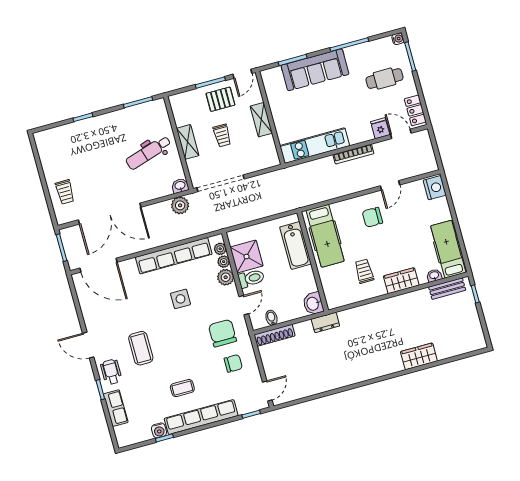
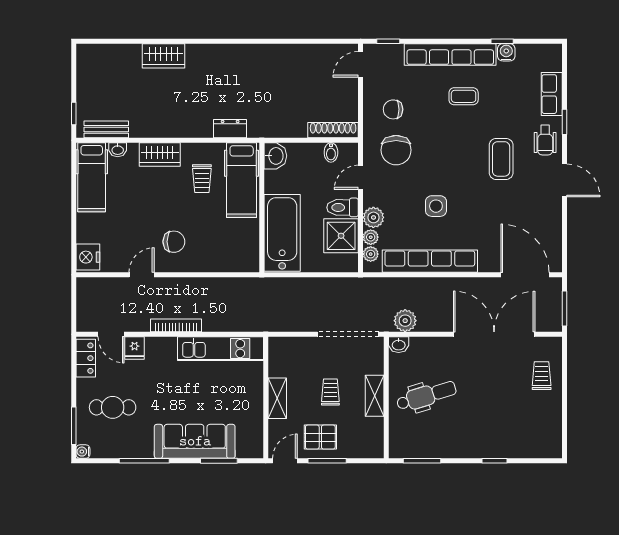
hospital bed: (325, 236) -> (242, 180), moved, turned 180
bathtub: (296, 245) -> (282, 233), width x1.36, depth x1.36
dresser: (325, 322) -> (230, 129), moved

